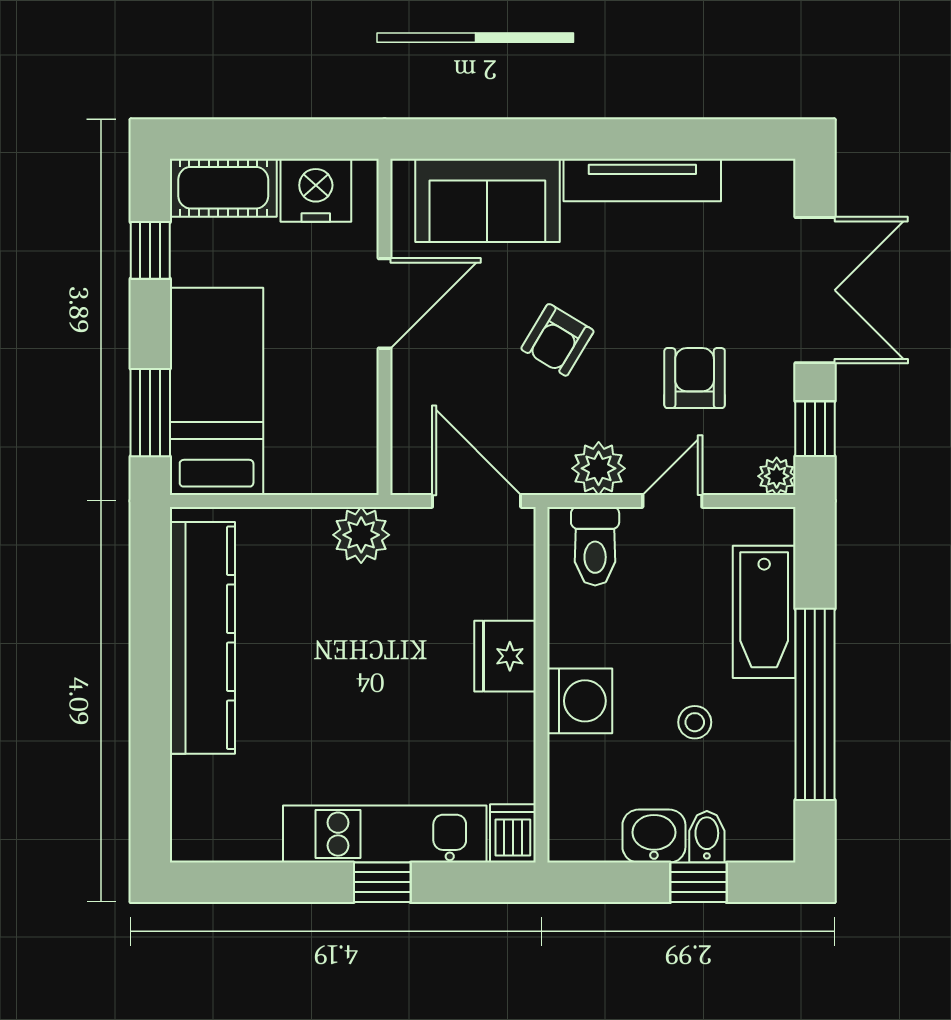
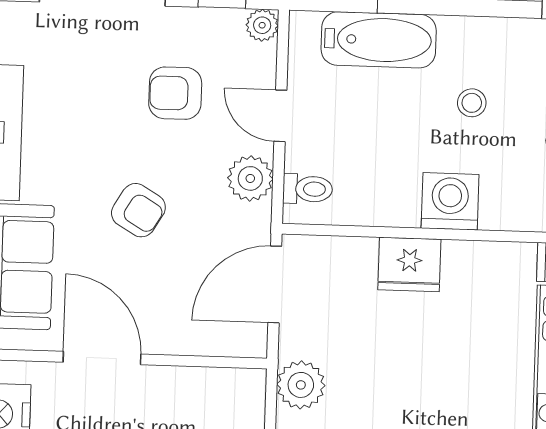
toilet: (595, 546) -> (308, 189), width x0.73, depth x0.72

